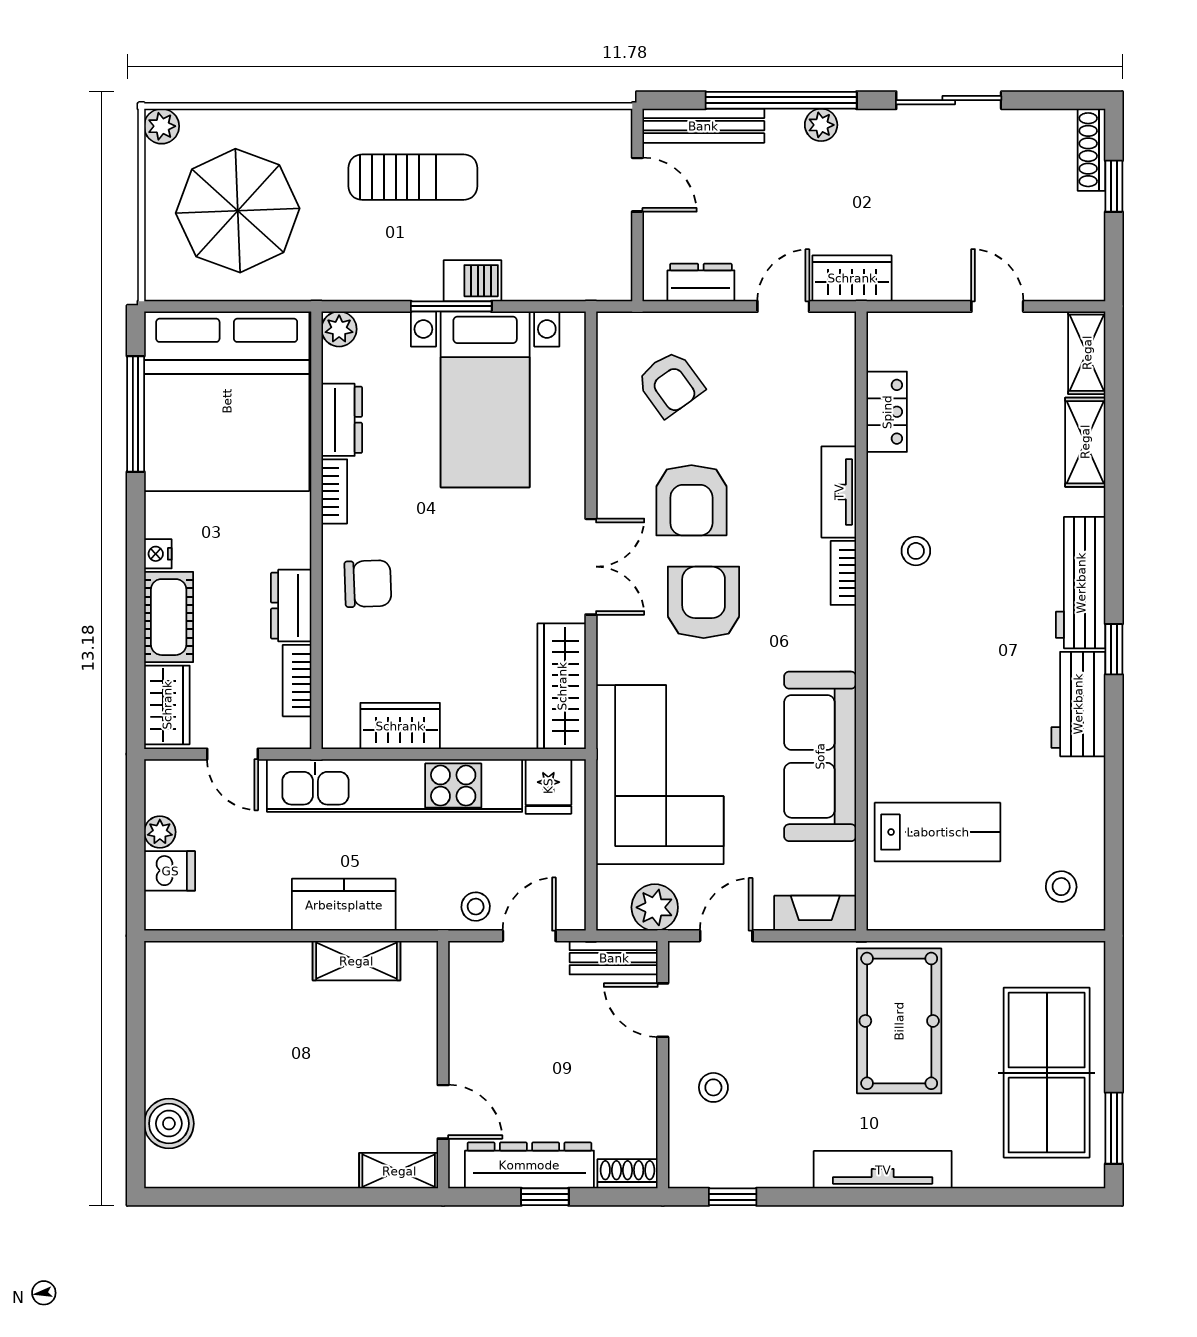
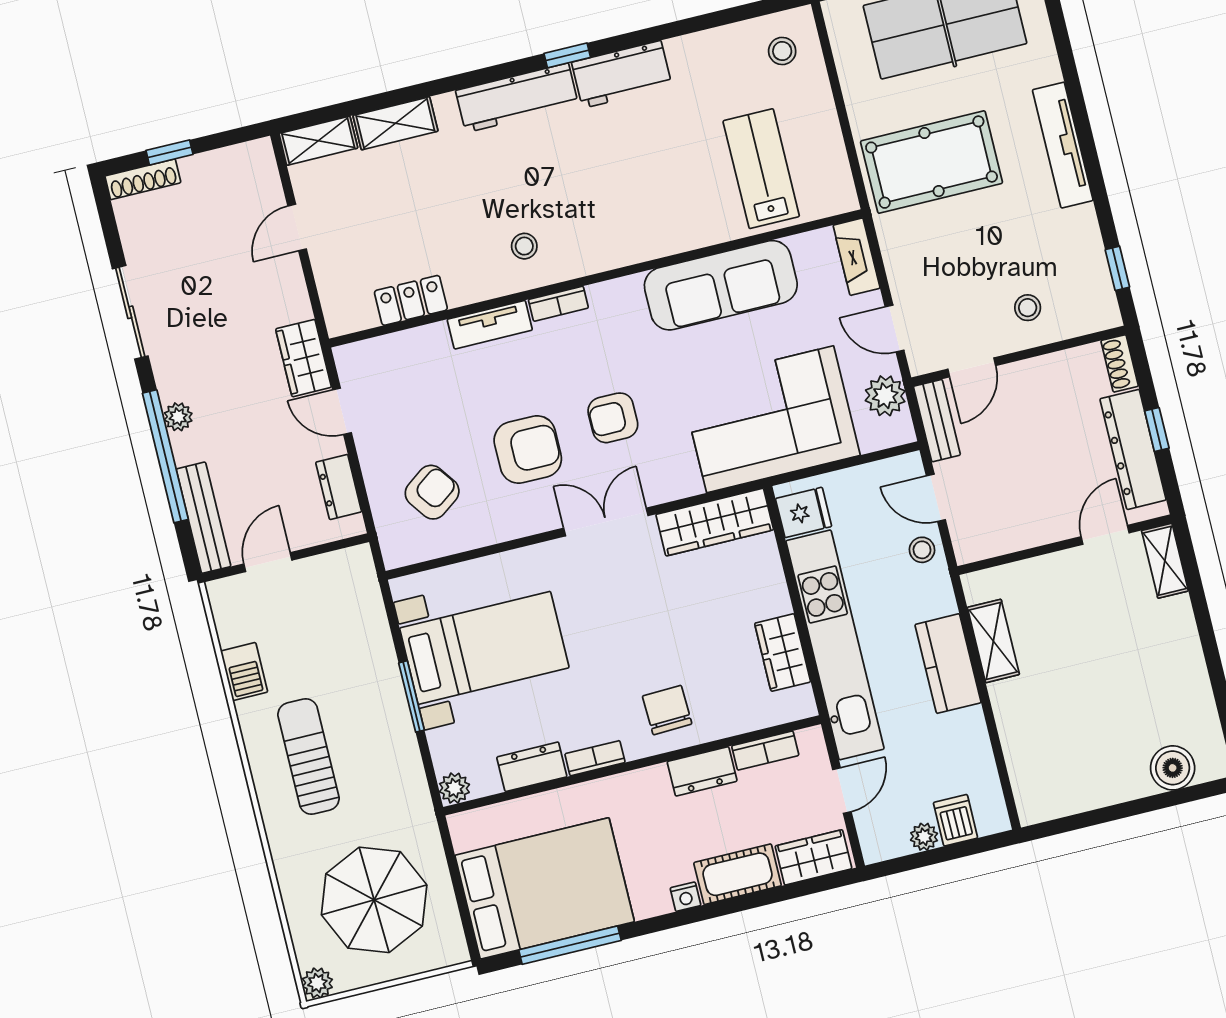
barbecue: (472, 281) -> (244, 671), moved, turned 180
bed: (227, 401) -> (545, 888), width x0.73
armchair: (704, 602) -> (613, 418), width x0.72, depth x0.72

